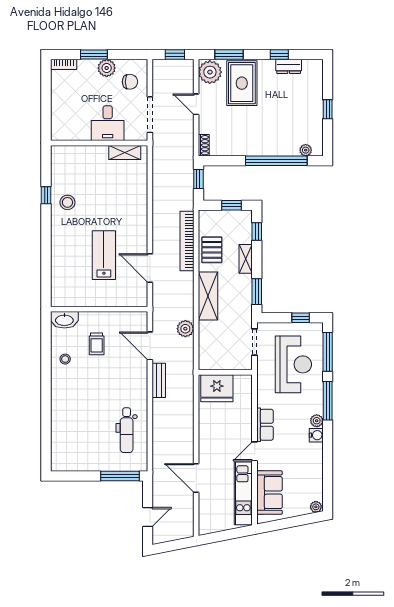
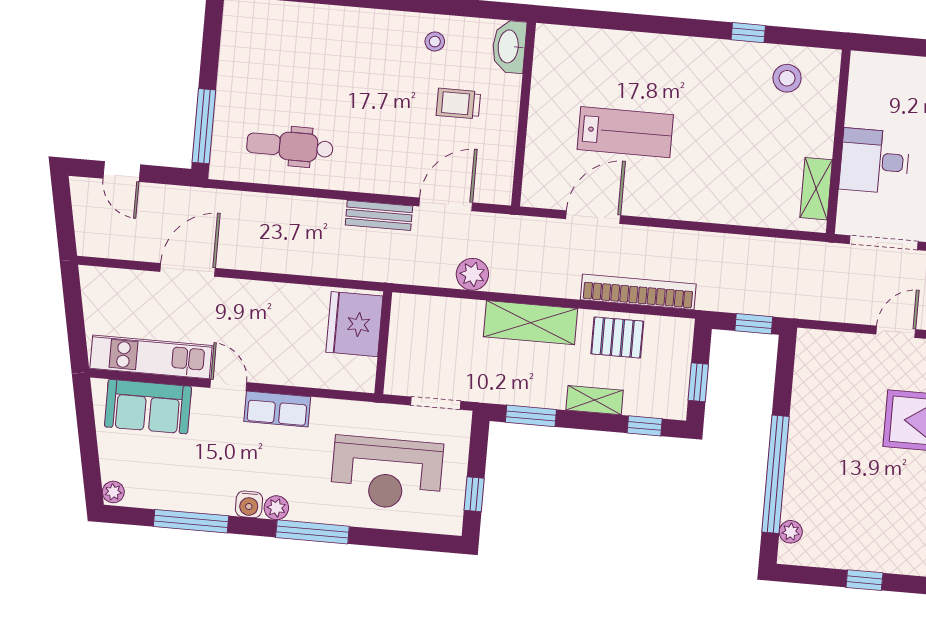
shoe rack: (204, 145) -> (817, 339), removed
stool: (67, 202) -> (787, 78), moved
window: (328, 352) -> (191, 521), moved

